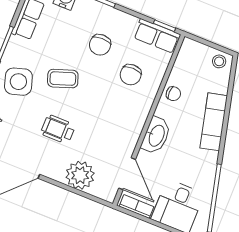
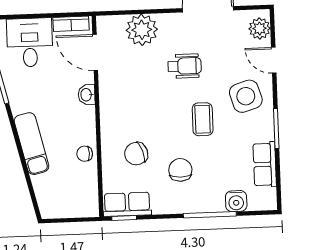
stool: (219, 61) -> (53, 207), removed
chair: (131, 75) -> (136, 154), turned -109
coffee table: (63, 79) -> (203, 119), turned -71
washbasin: (156, 135) -> (87, 95), width x0.52, depth x0.69

